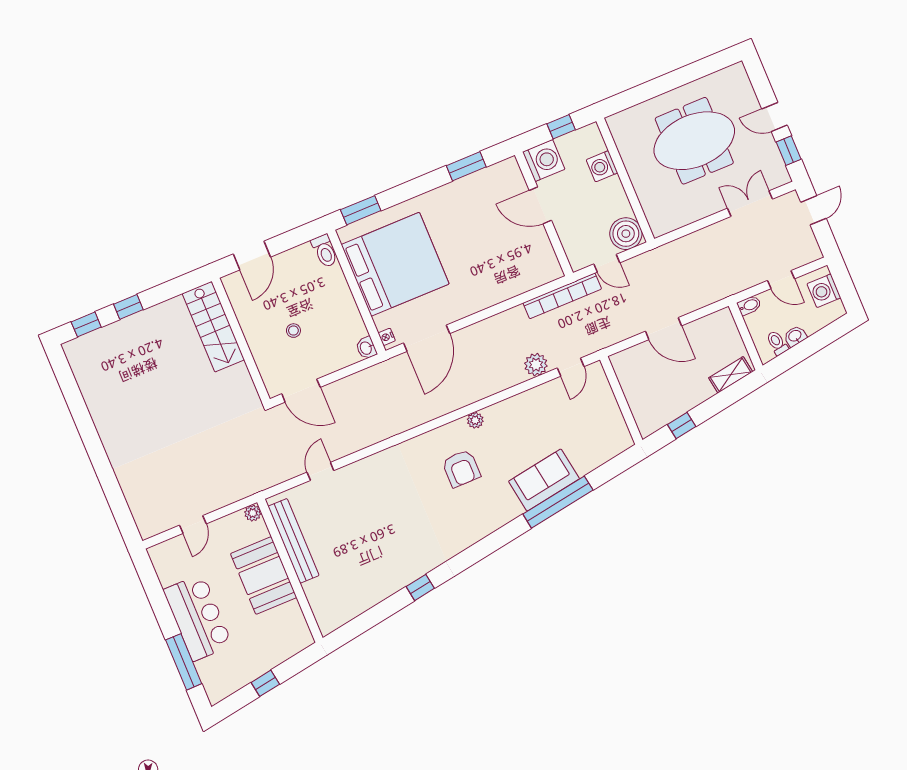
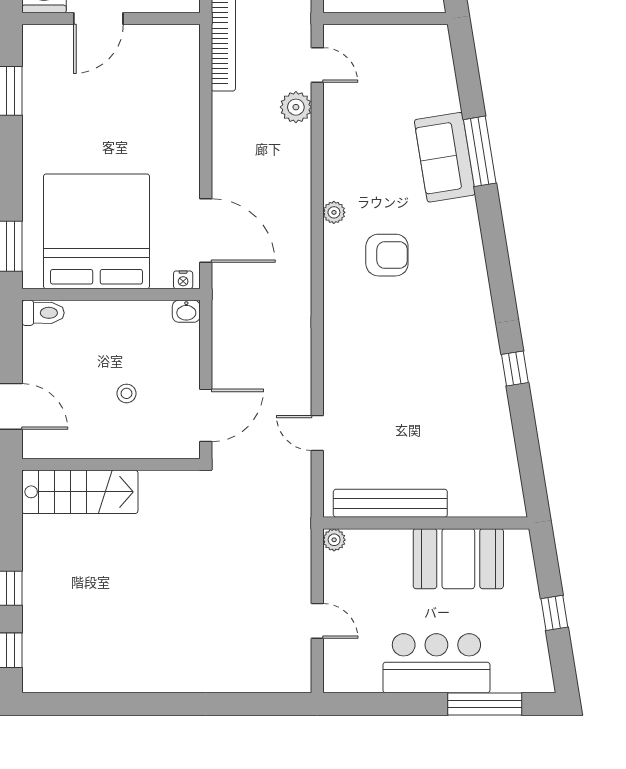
window: (558, 502) -> (480, 151), width x0.68
booth: (264, 576) -> (458, 559), moved

